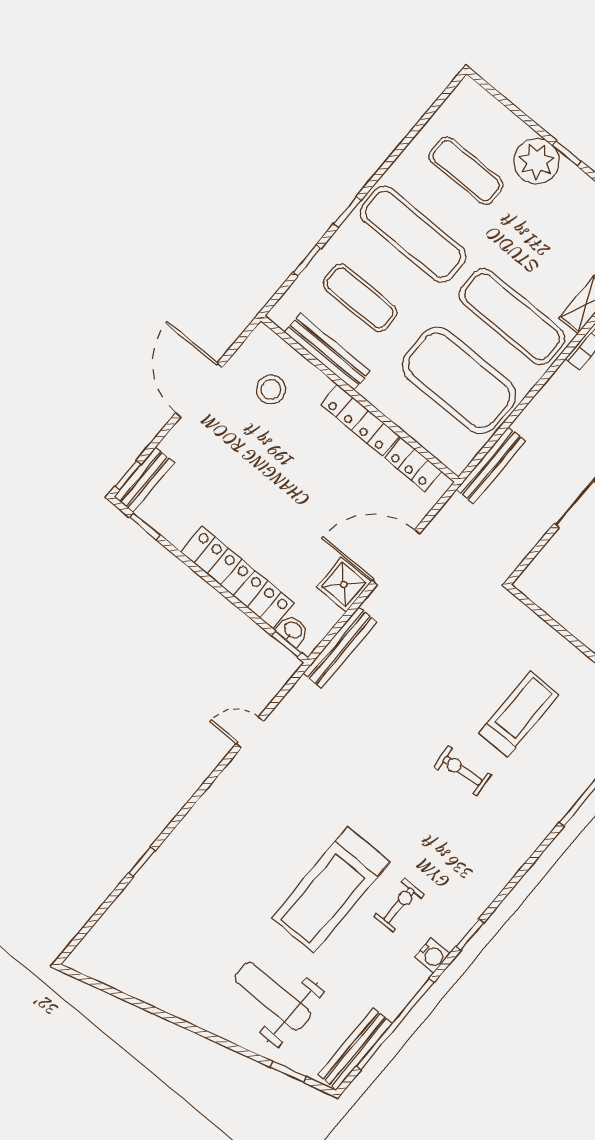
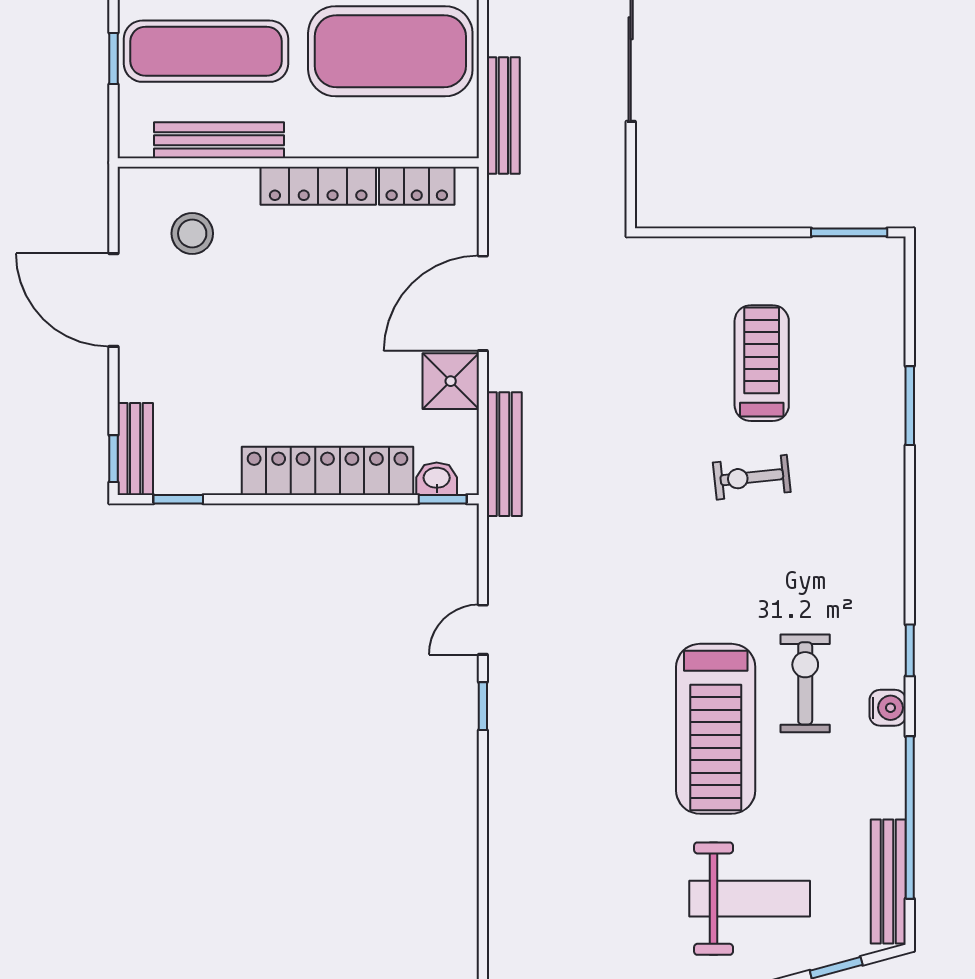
exercise mat: (360, 298) -> (206, 51), width x1.36, depth x1.45
window: (142, 862) -> (483, 706), moved
exercise bike: (399, 905) -> (805, 683), width x1.38, depth x1.39
weight bench: (273, 996) -> (750, 899), turned 180

